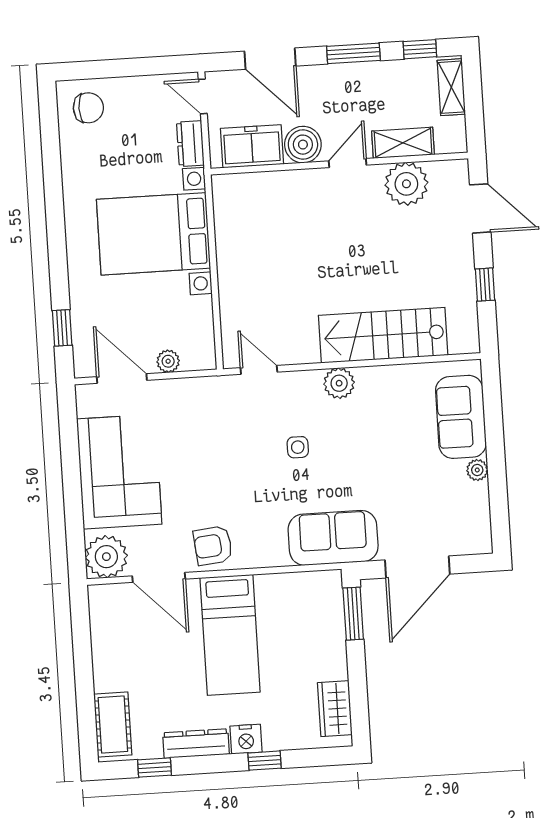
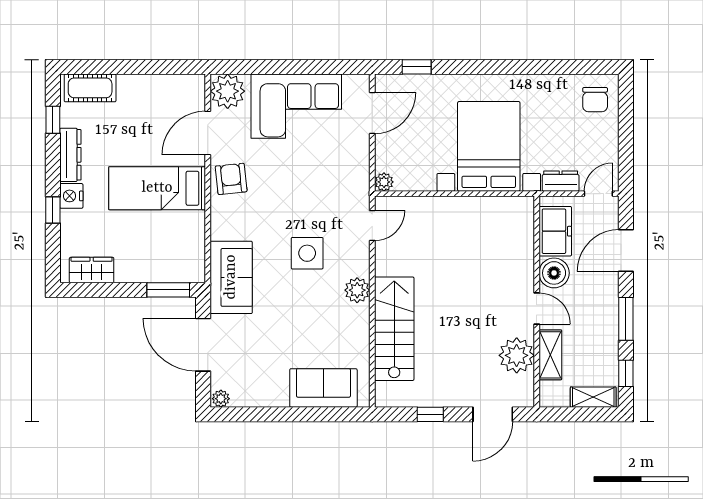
plant: (168, 361) -> (384, 182), moved
side table: (298, 447) -> (307, 253), width x1.87, depth x1.87
plant: (477, 470) -> (221, 399), moved

